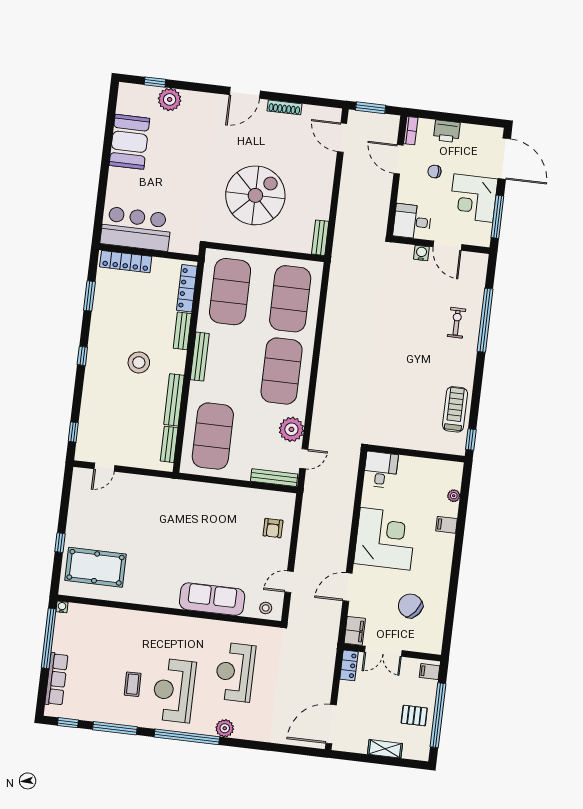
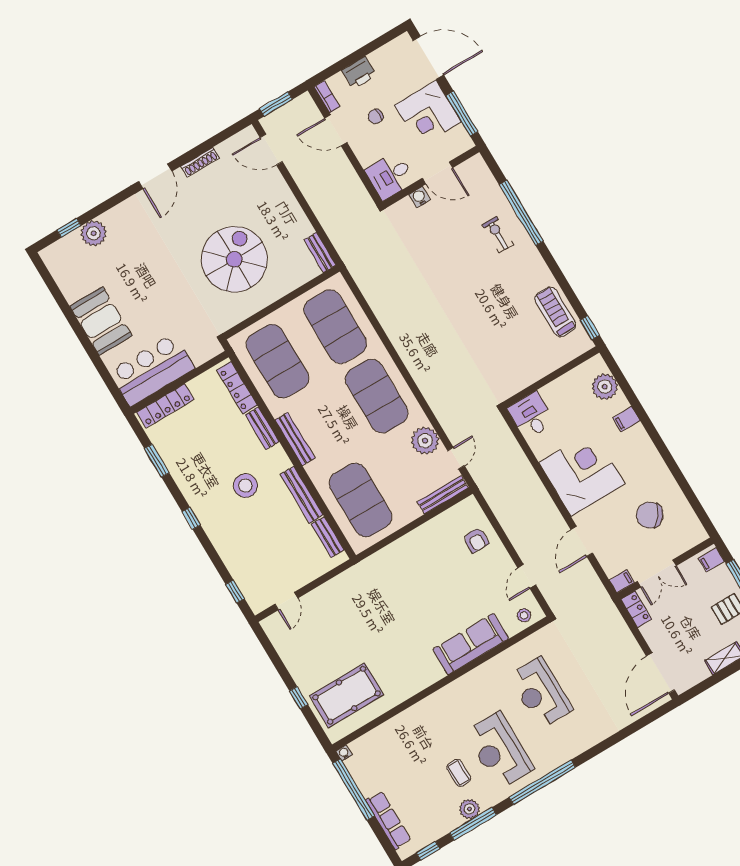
booth: (129, 142) -> (101, 321), moved
plant: (454, 496) -> (605, 387), width x1.88, depth x1.88
filing cabinet: (355, 631) -> (622, 581), width x0.50
plant: (225, 728) -> (469, 809), moved

